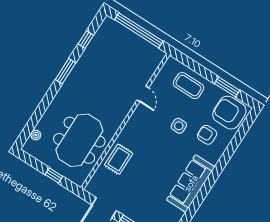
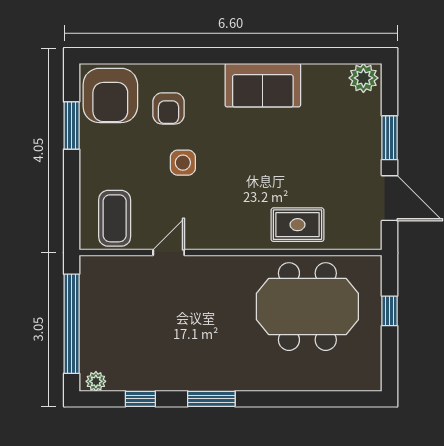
coffee table: (188, 86) -> (115, 218), moved
plant: (36, 135) -> (96, 381), moved
sofa: (191, 183) -> (263, 85), width x0.73

